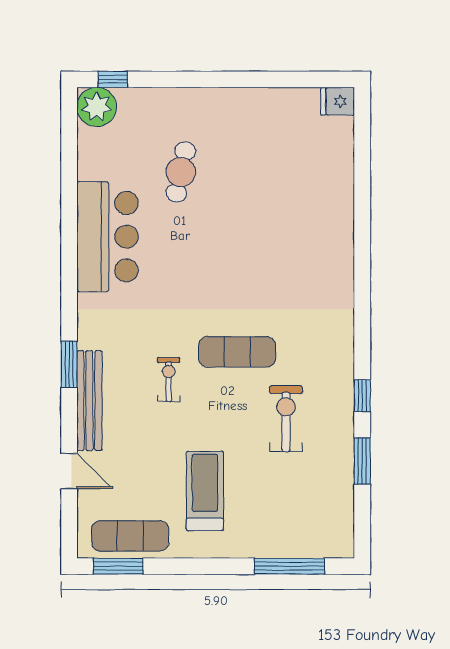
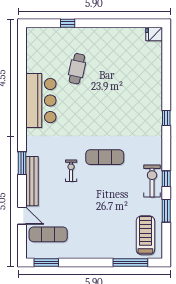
window: (113, 79) -> (68, 23), moved
plant: (97, 107) -> (36, 37), removed
window: (362, 272) -> (166, 118), added
exercise bike: (286, 419) -> (152, 181), moved
treadmill: (205, 491) -> (145, 235), moved
exercise mat: (130, 536) -> (48, 234), moved

